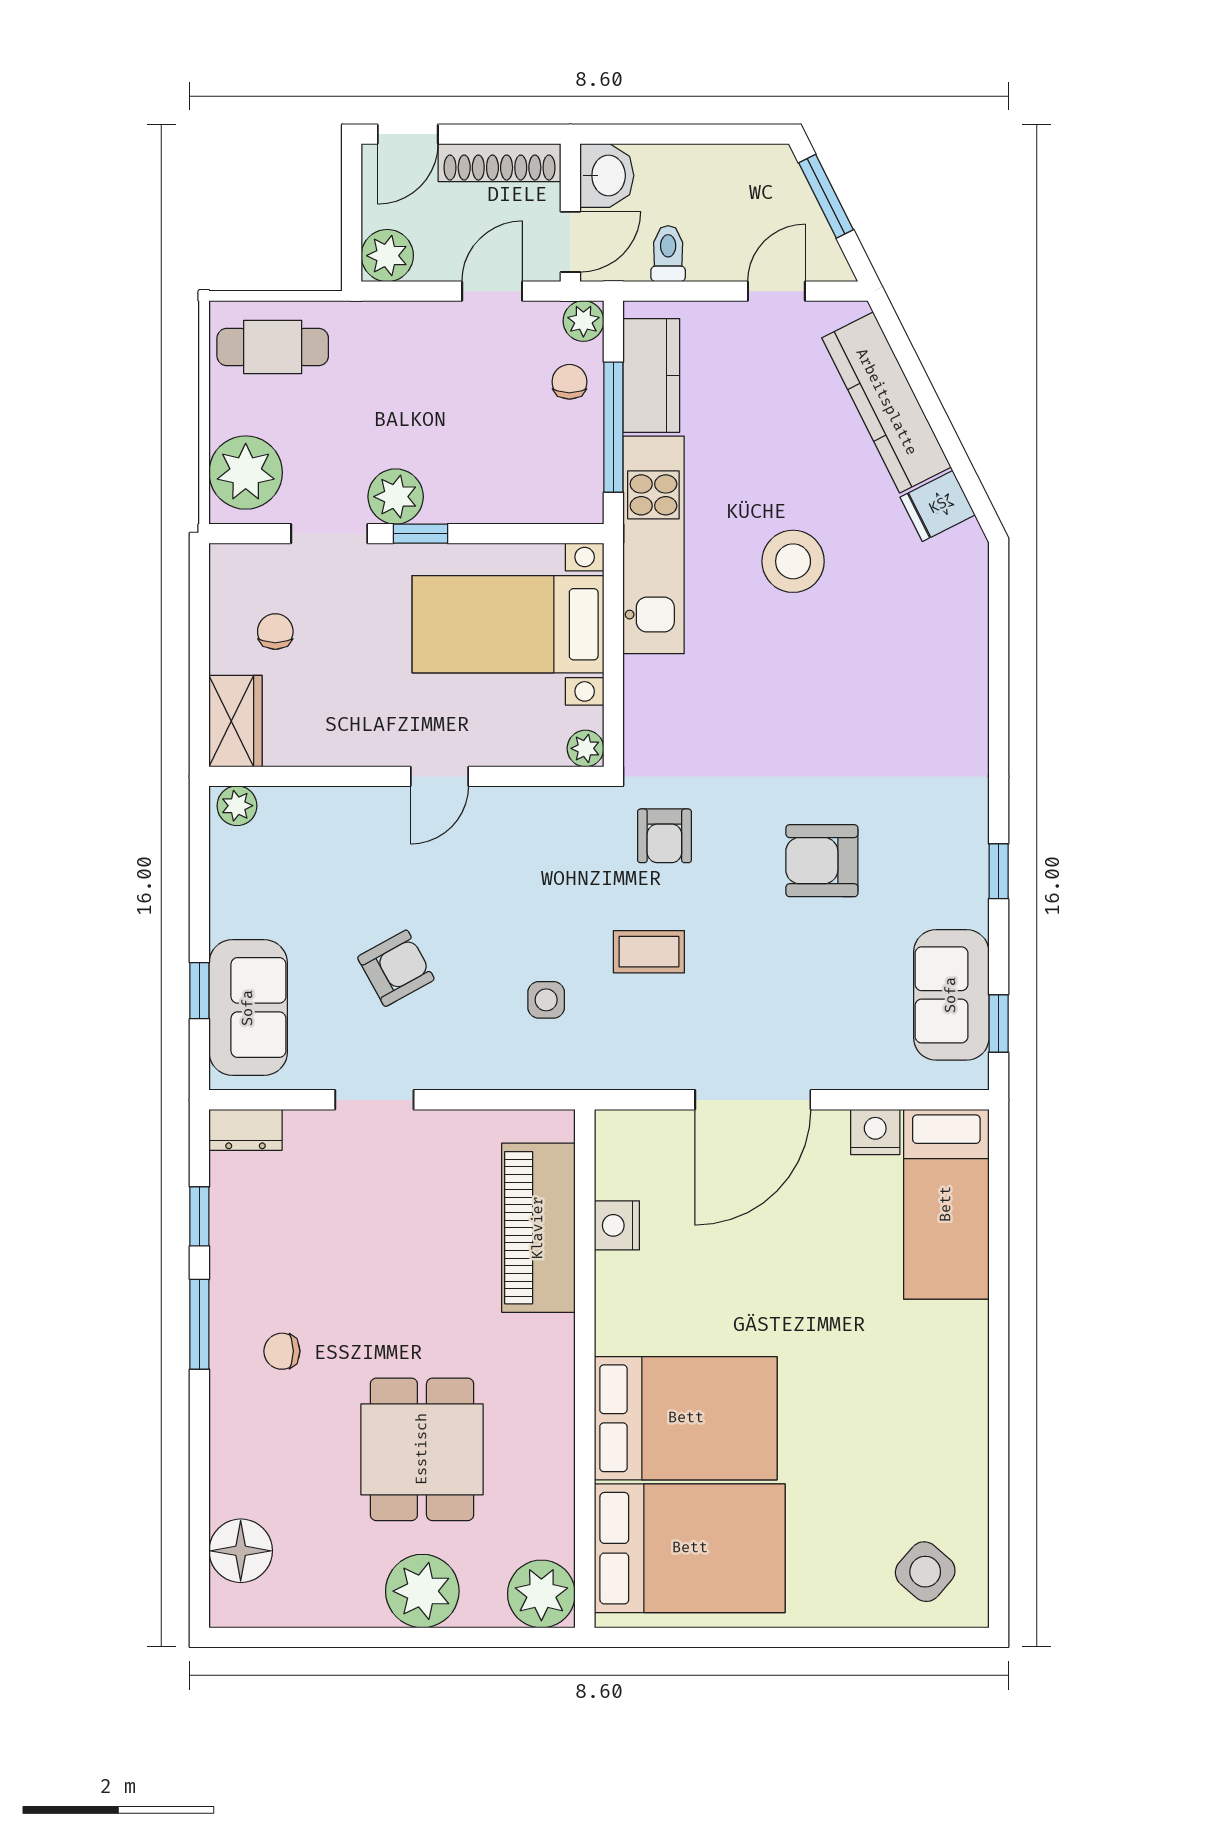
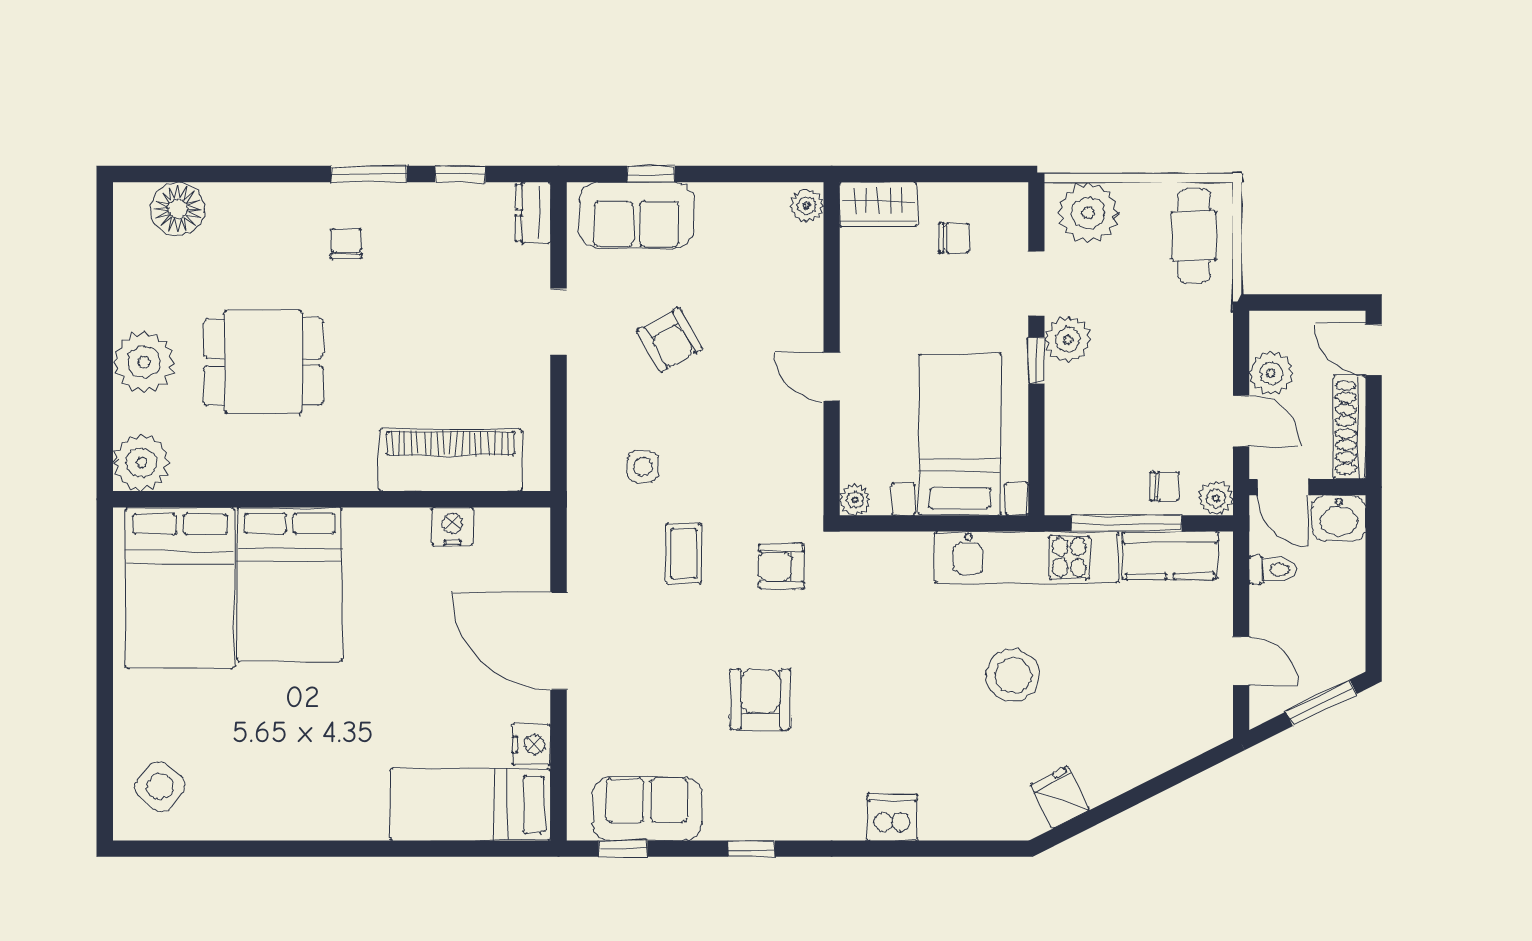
plant: (387, 256) -> (1271, 373), moved
kitchen counter: (886, 402) -> (1147, 754), removed
dishwasher: (961, 704) -> (892, 817), added

